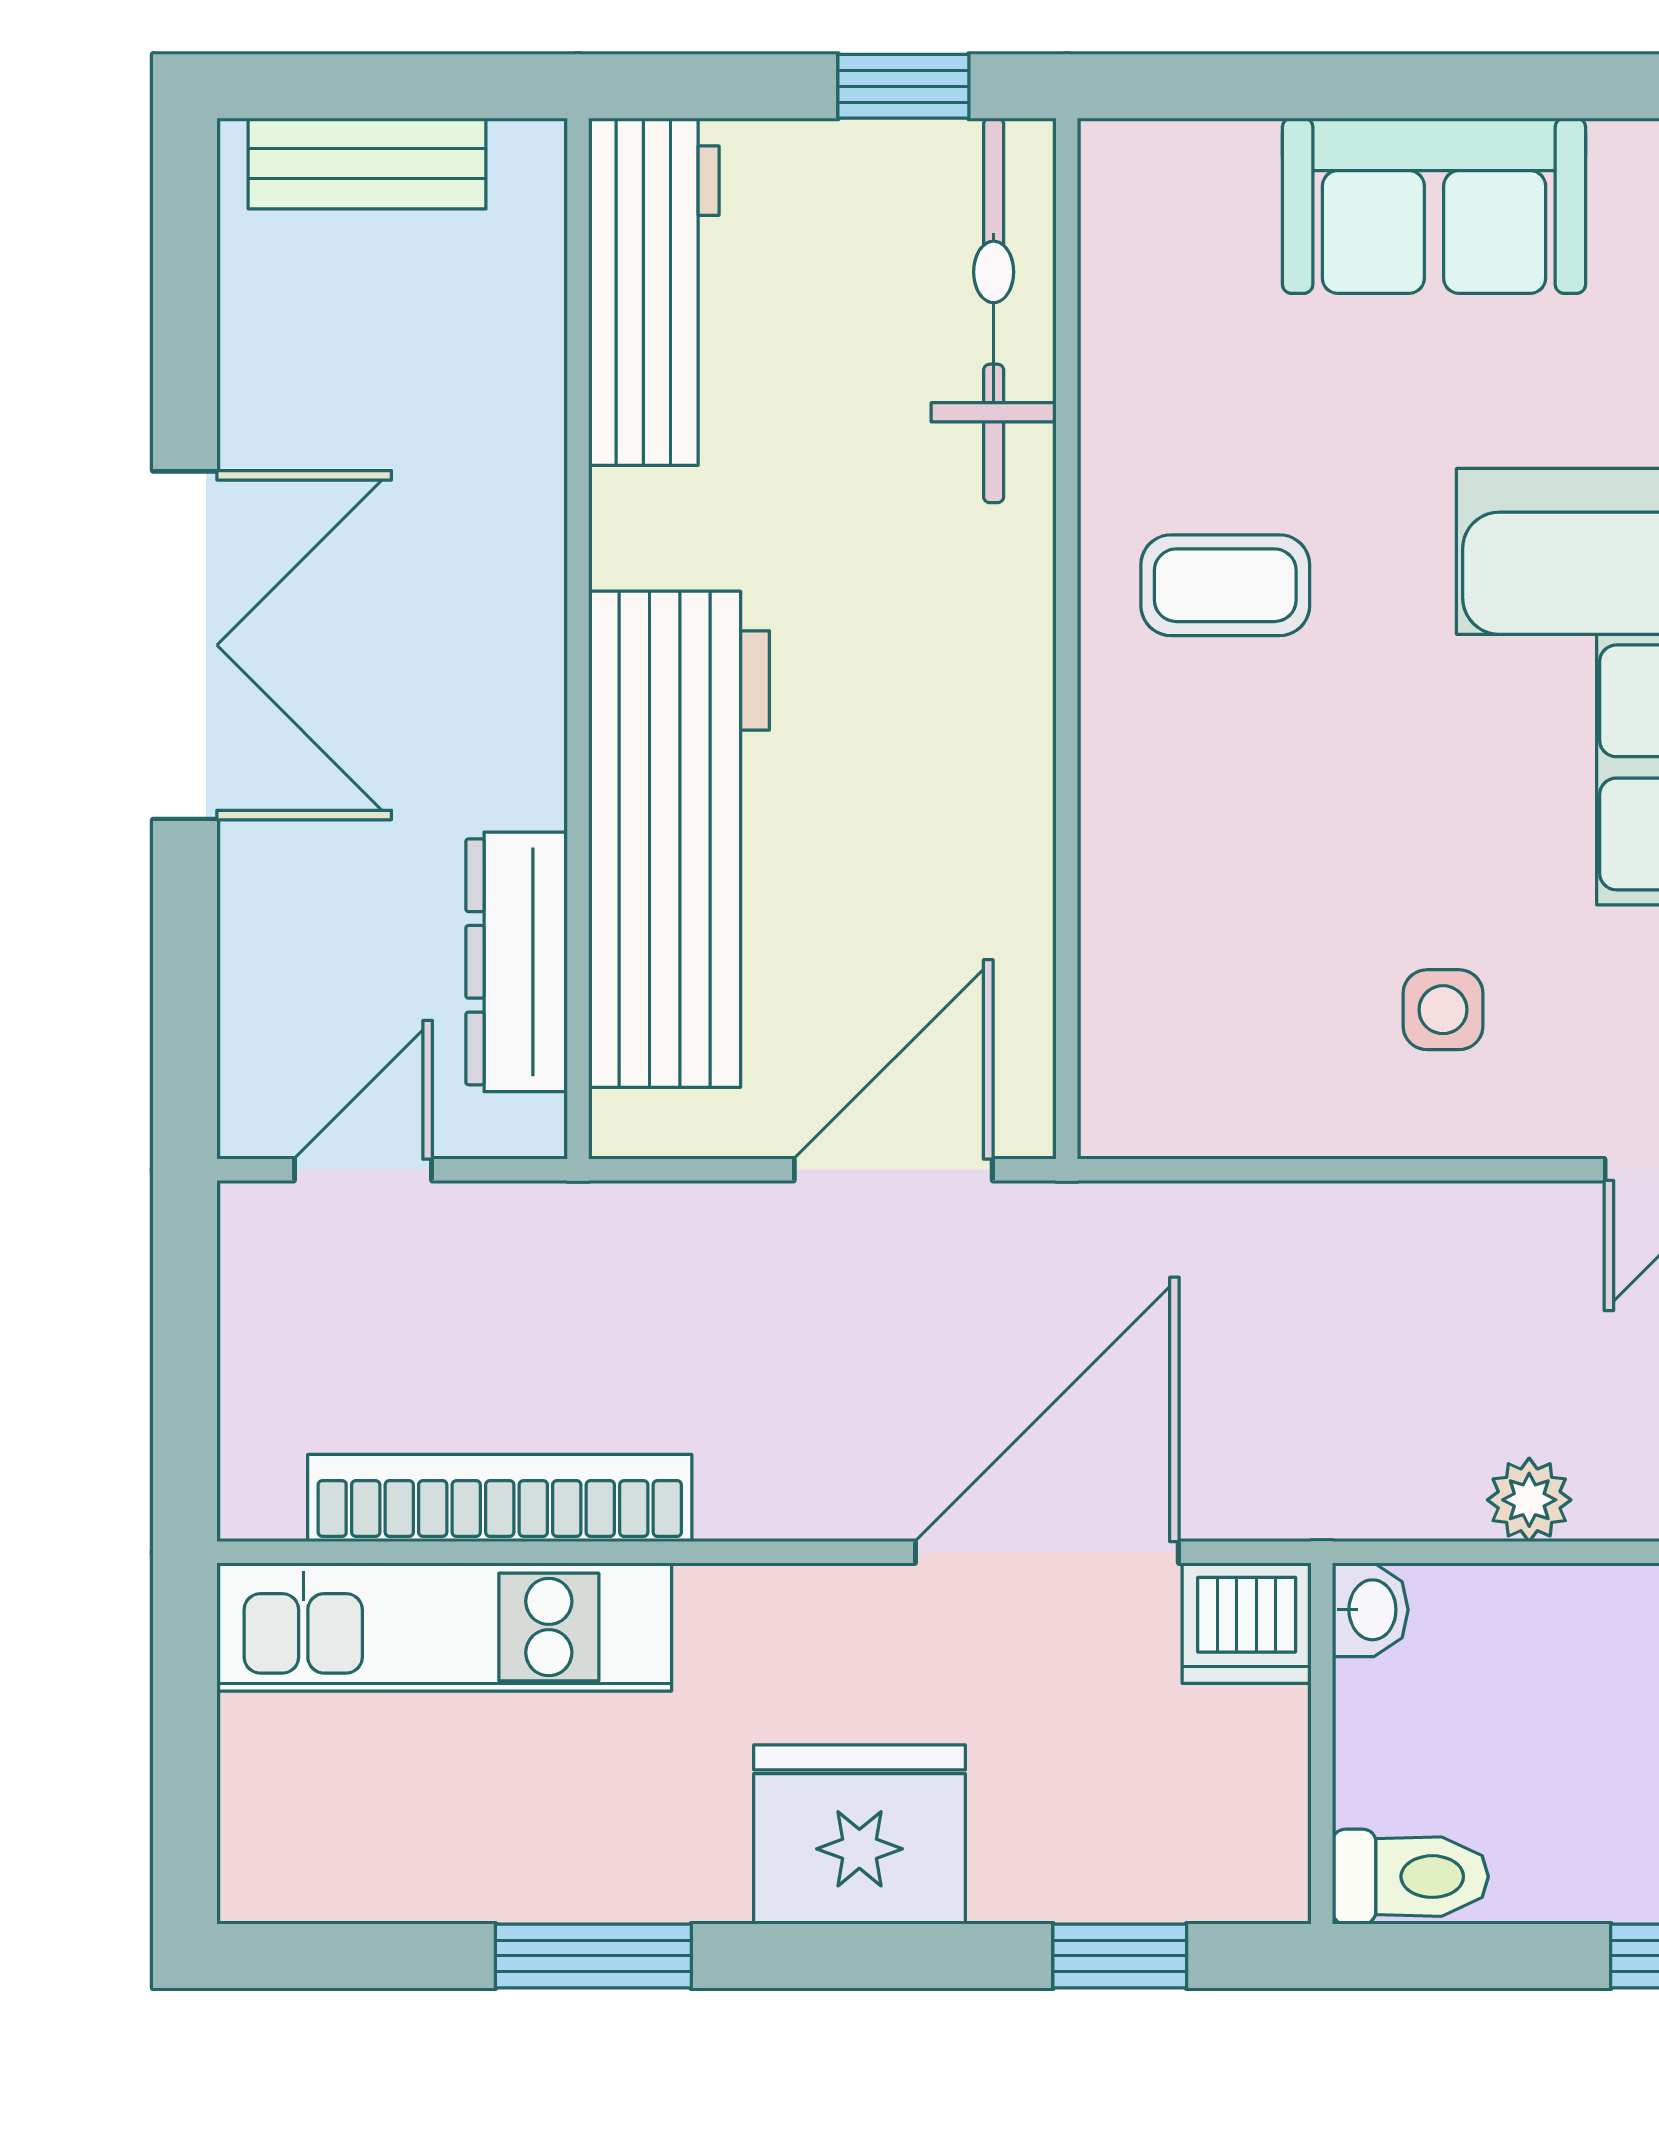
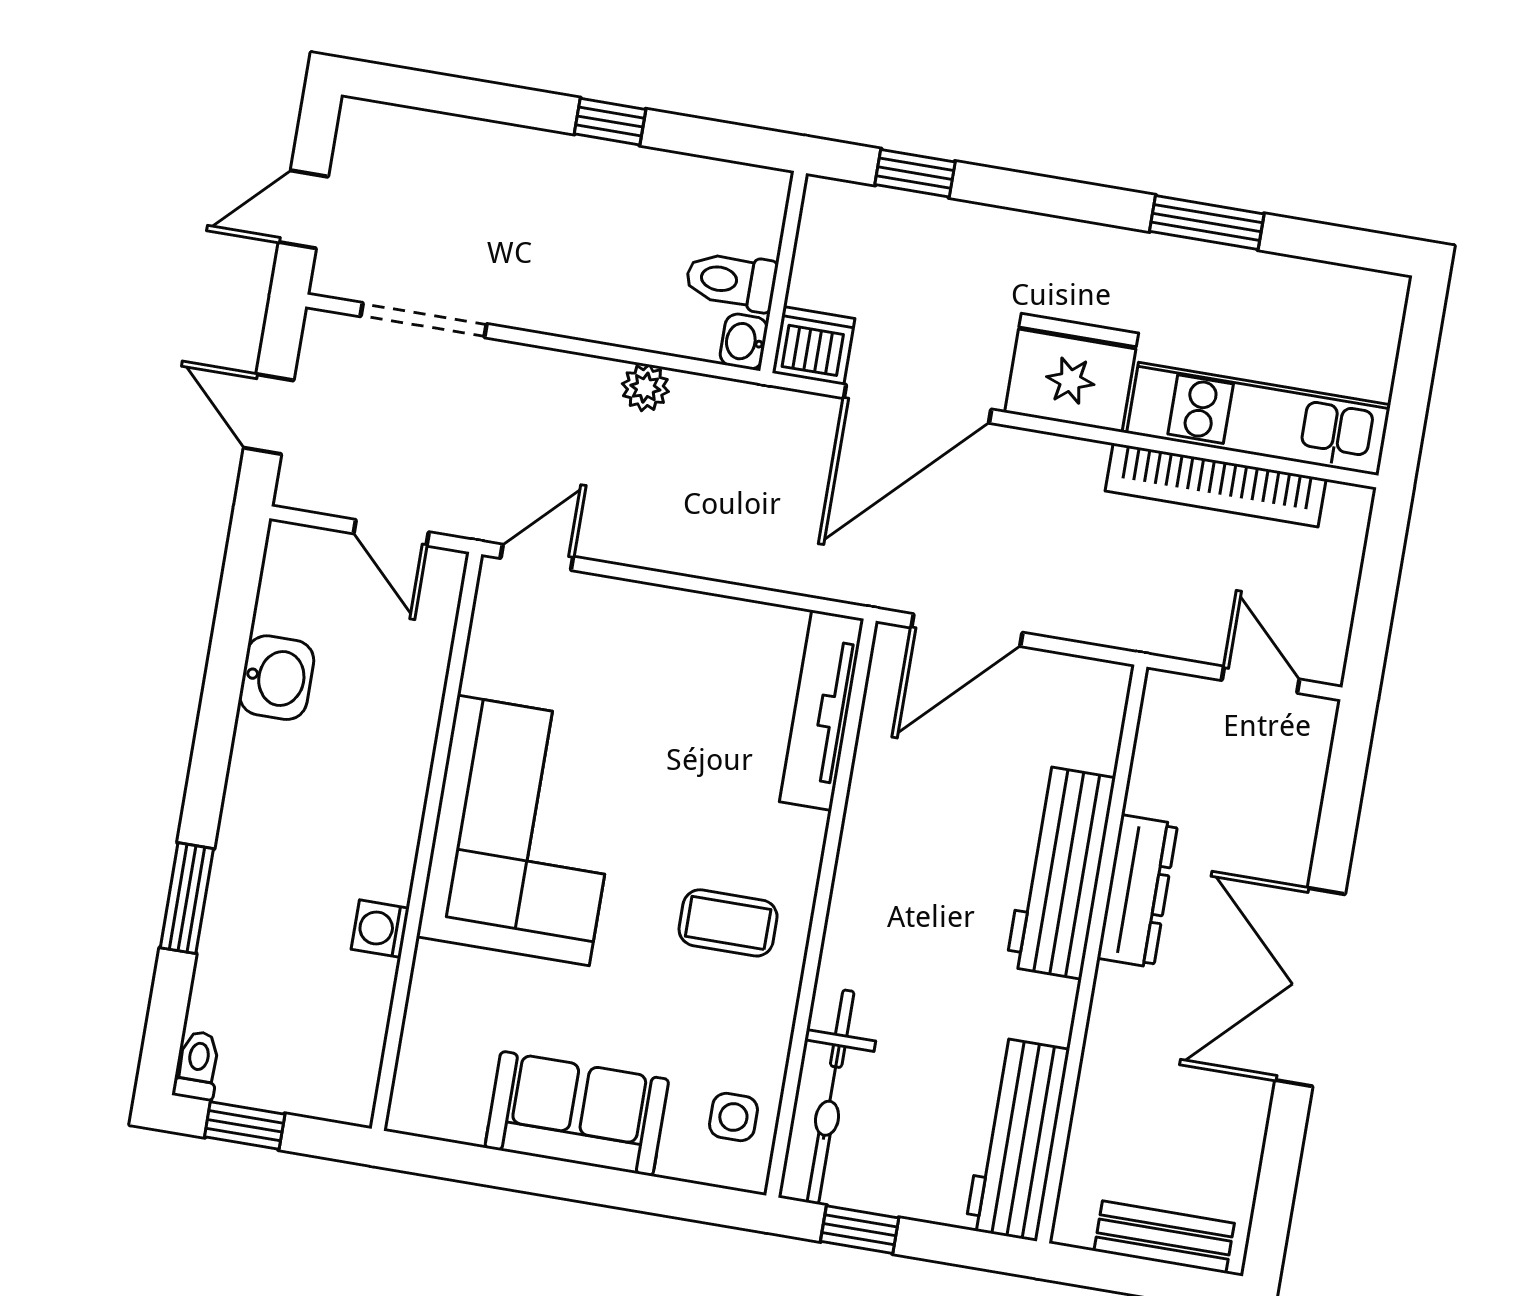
workbench: (679, 839) -> (1061, 872), width x0.73, depth x0.76
dresser: (517, 962) -> (1137, 891), moved
tv unit: (1124, 986) -> (822, 710), added
side table: (1443, 1010) -> (733, 1117), moved
door: (363, 1170) -> (1261, 680), swing flipped
fridge: (859, 1834) -> (1072, 373), moved, turned 180
toilet: (1410, 1877) -> (731, 281), moved

